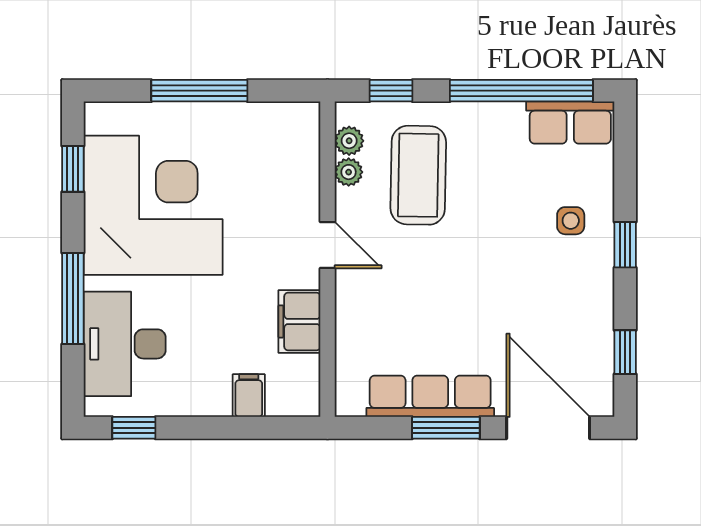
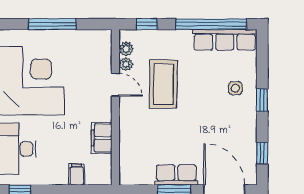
row of seats: (570, 123) -> (225, 40), width x1.48
coffee table: (418, 175) -> (163, 84), moved
door: (327, 245) -> (115, 85), moved
row of seats: (430, 396) -> (176, 175), width x0.68

